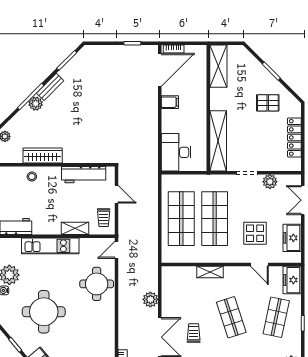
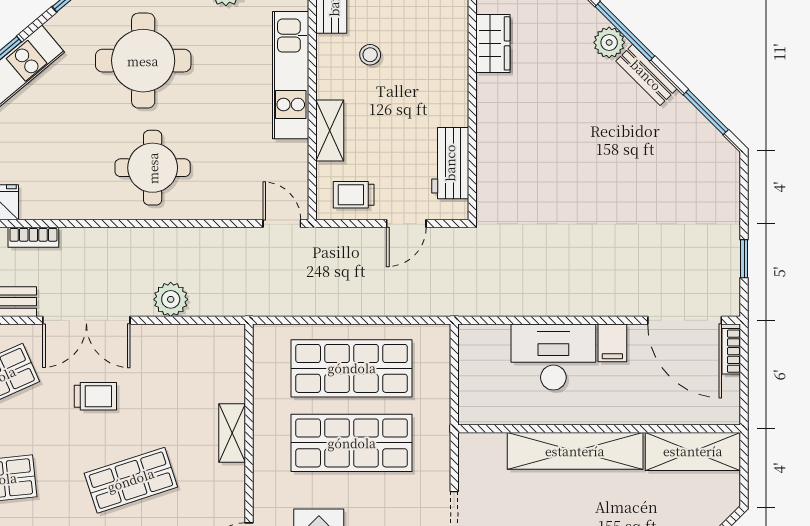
shelving: (218, 141) -> (575, 451), moved
desk: (176, 152) -> (553, 357), moved
wardrobe: (43, 156) -> (493, 43), width x0.67
workbench: (84, 175) -> (450, 163), width x0.73
stool: (32, 177) -> (370, 55), moved
round table: (97, 284) -> (153, 168), moved

